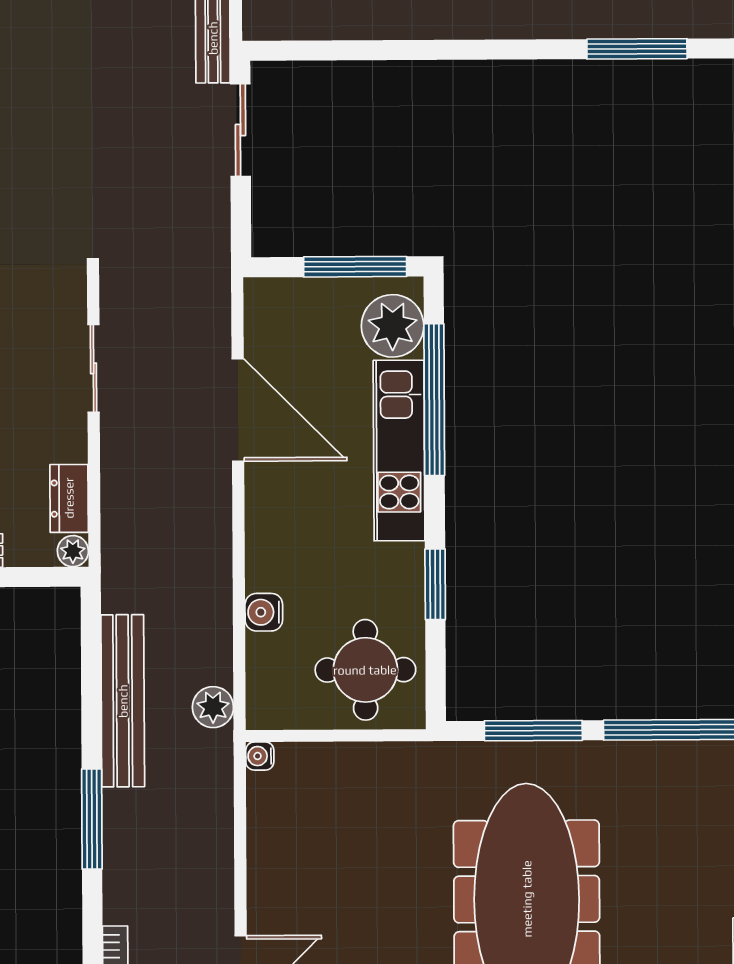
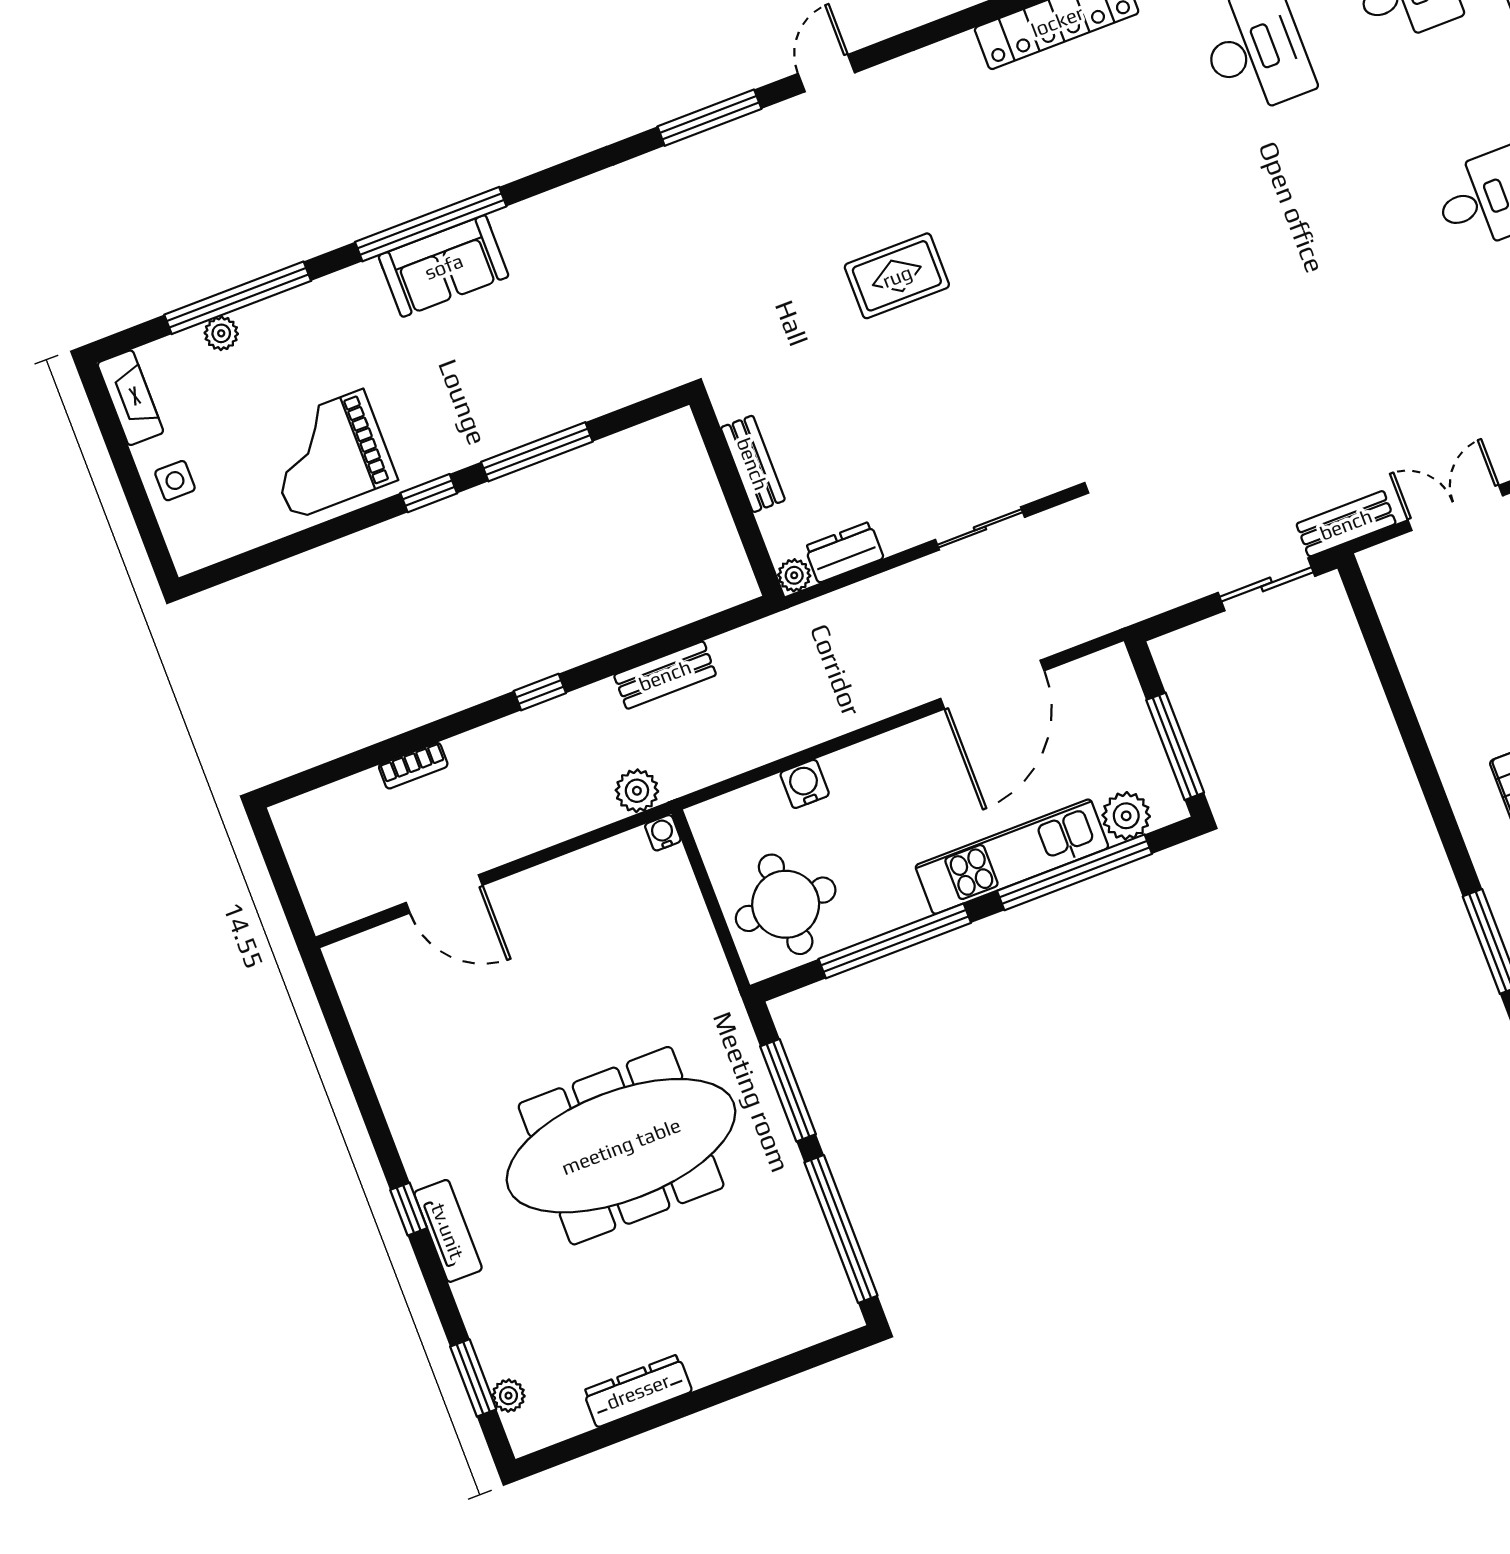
plant: (393, 326) -> (1126, 816), width x0.73, depth x0.73
window: (435, 584) -> (895, 941), width x2.11
bench: (123, 701) -> (665, 675), width x0.54, depth x0.82
plant: (213, 707) -> (637, 791), moved
window: (92, 819) -> (540, 692), width x0.46

